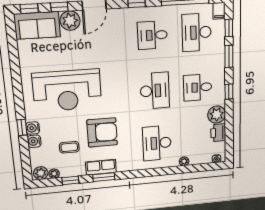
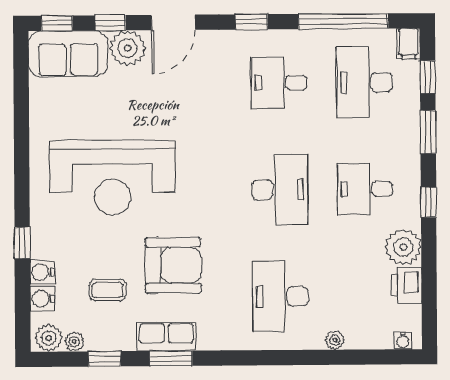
water cooler: (33, 128) -> (42, 299), moved

